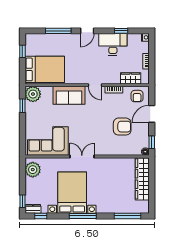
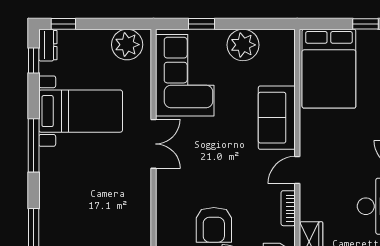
plant: (33, 94) -> (243, 45), moved
window: (22, 106) -> (202, 24), moved
bed with nightstands: (72, 193) -> (81, 111), width x0.73

